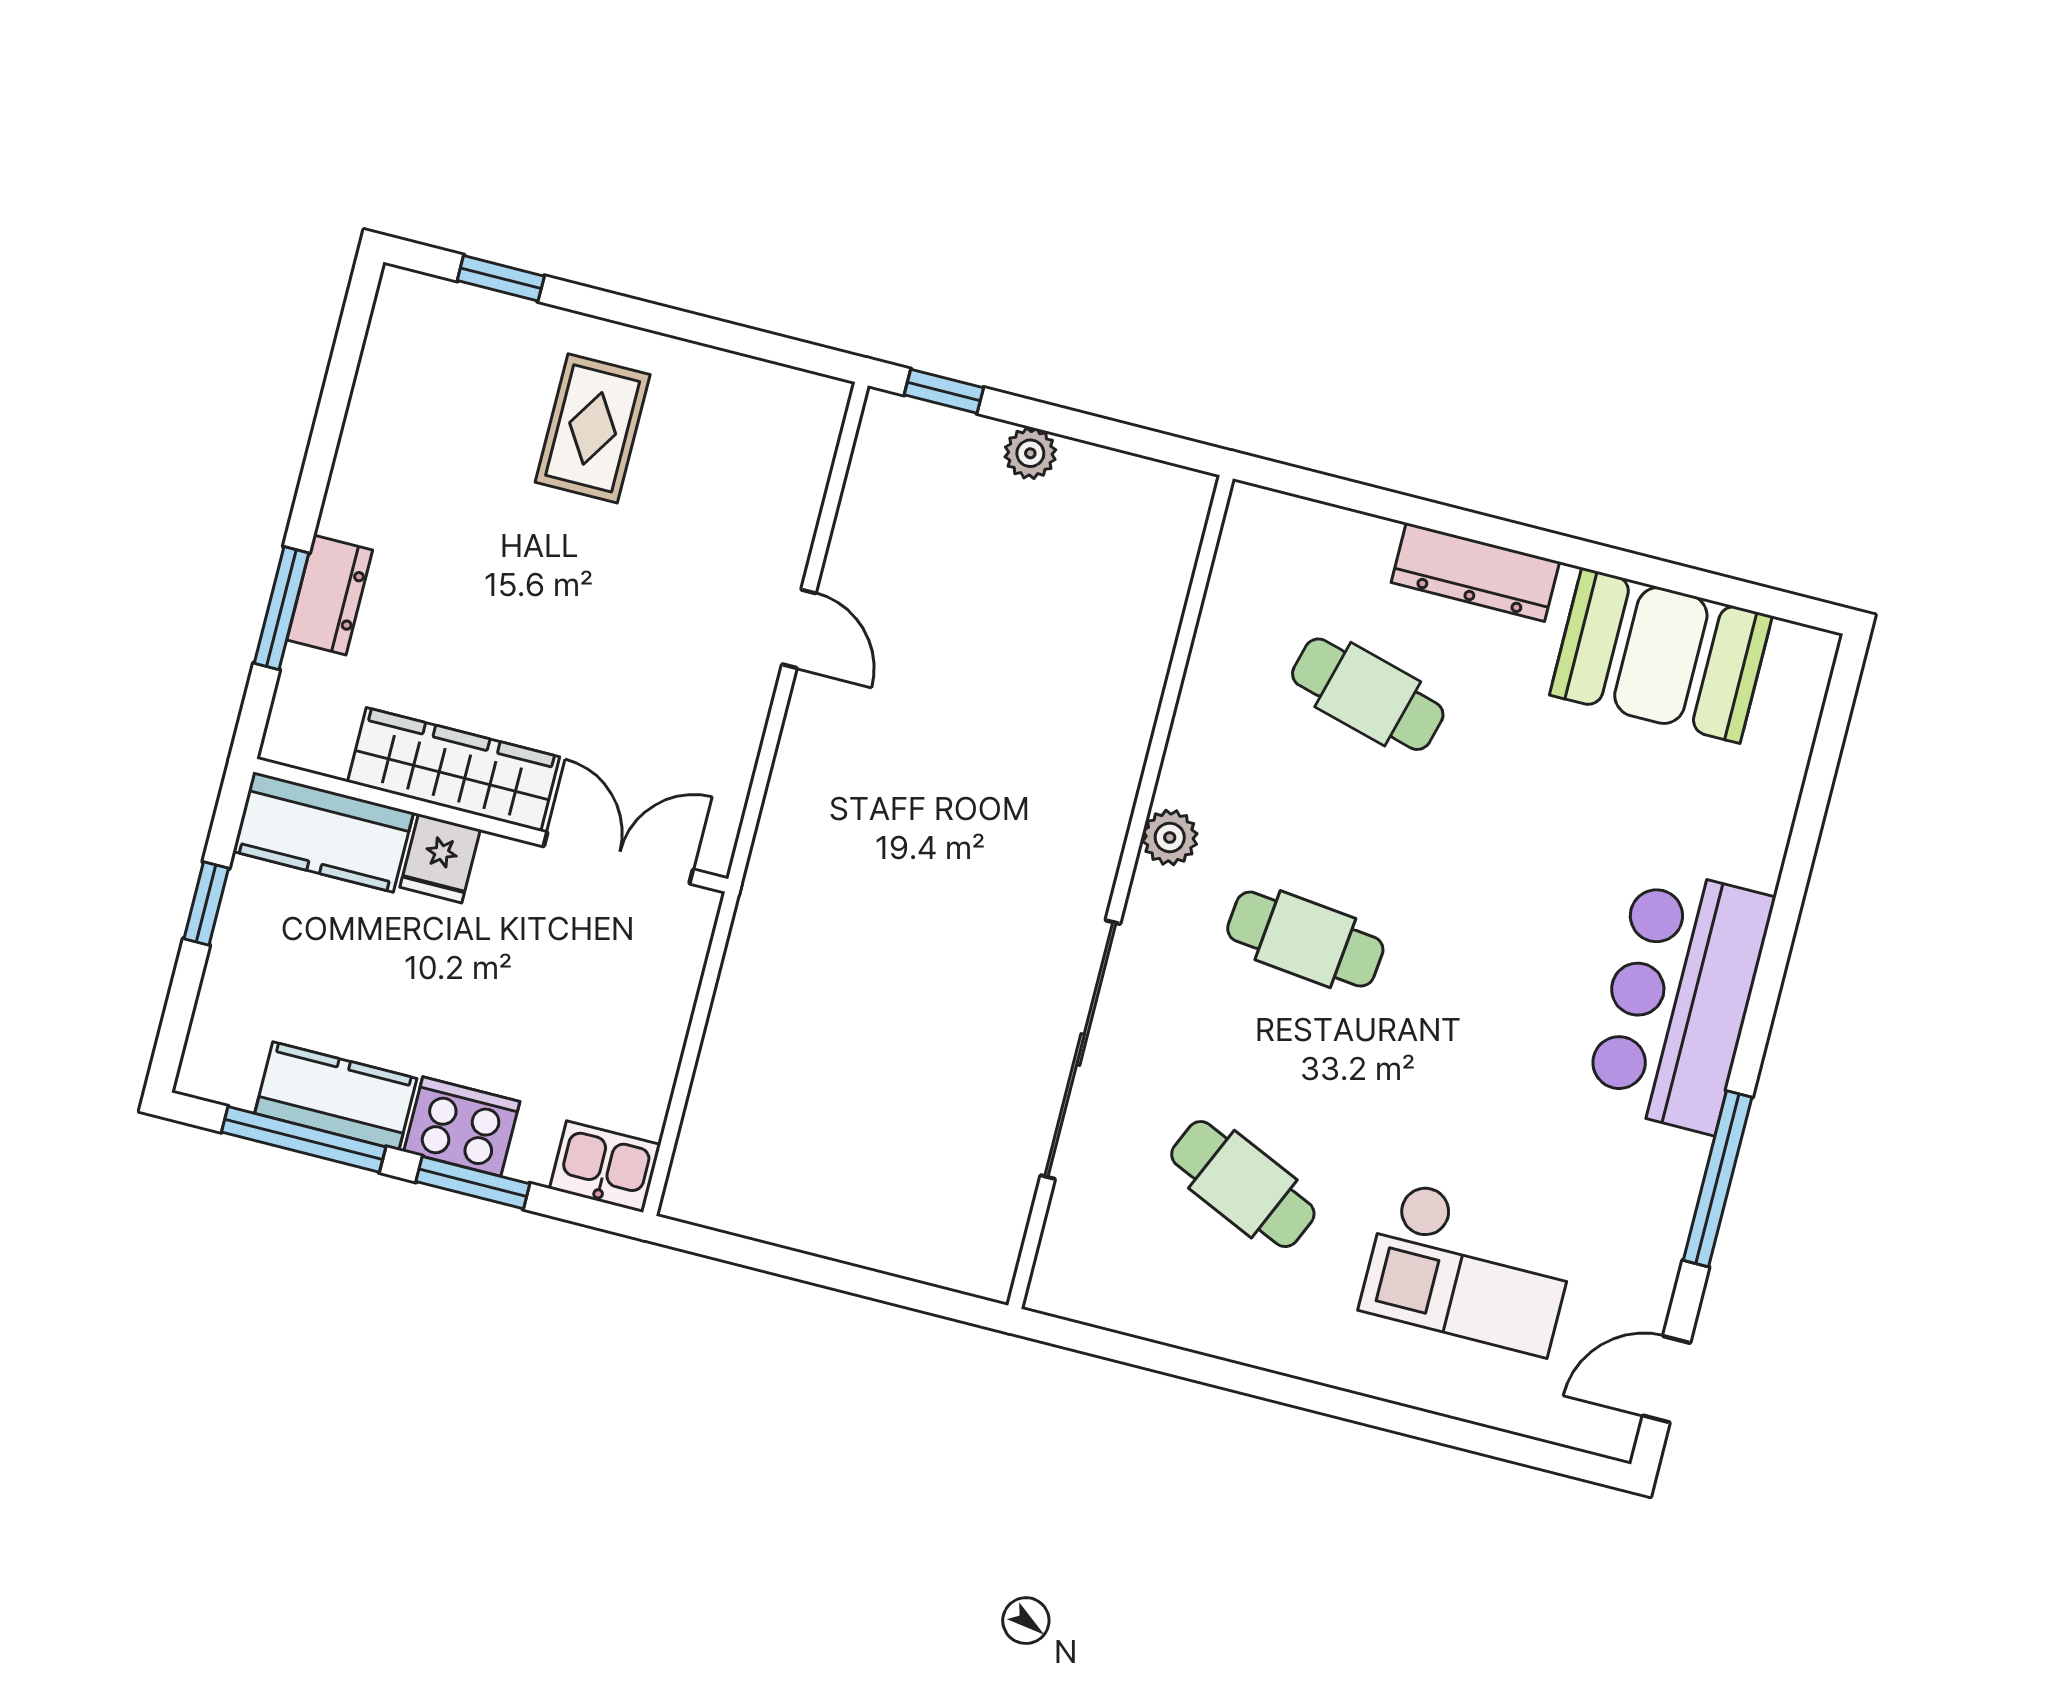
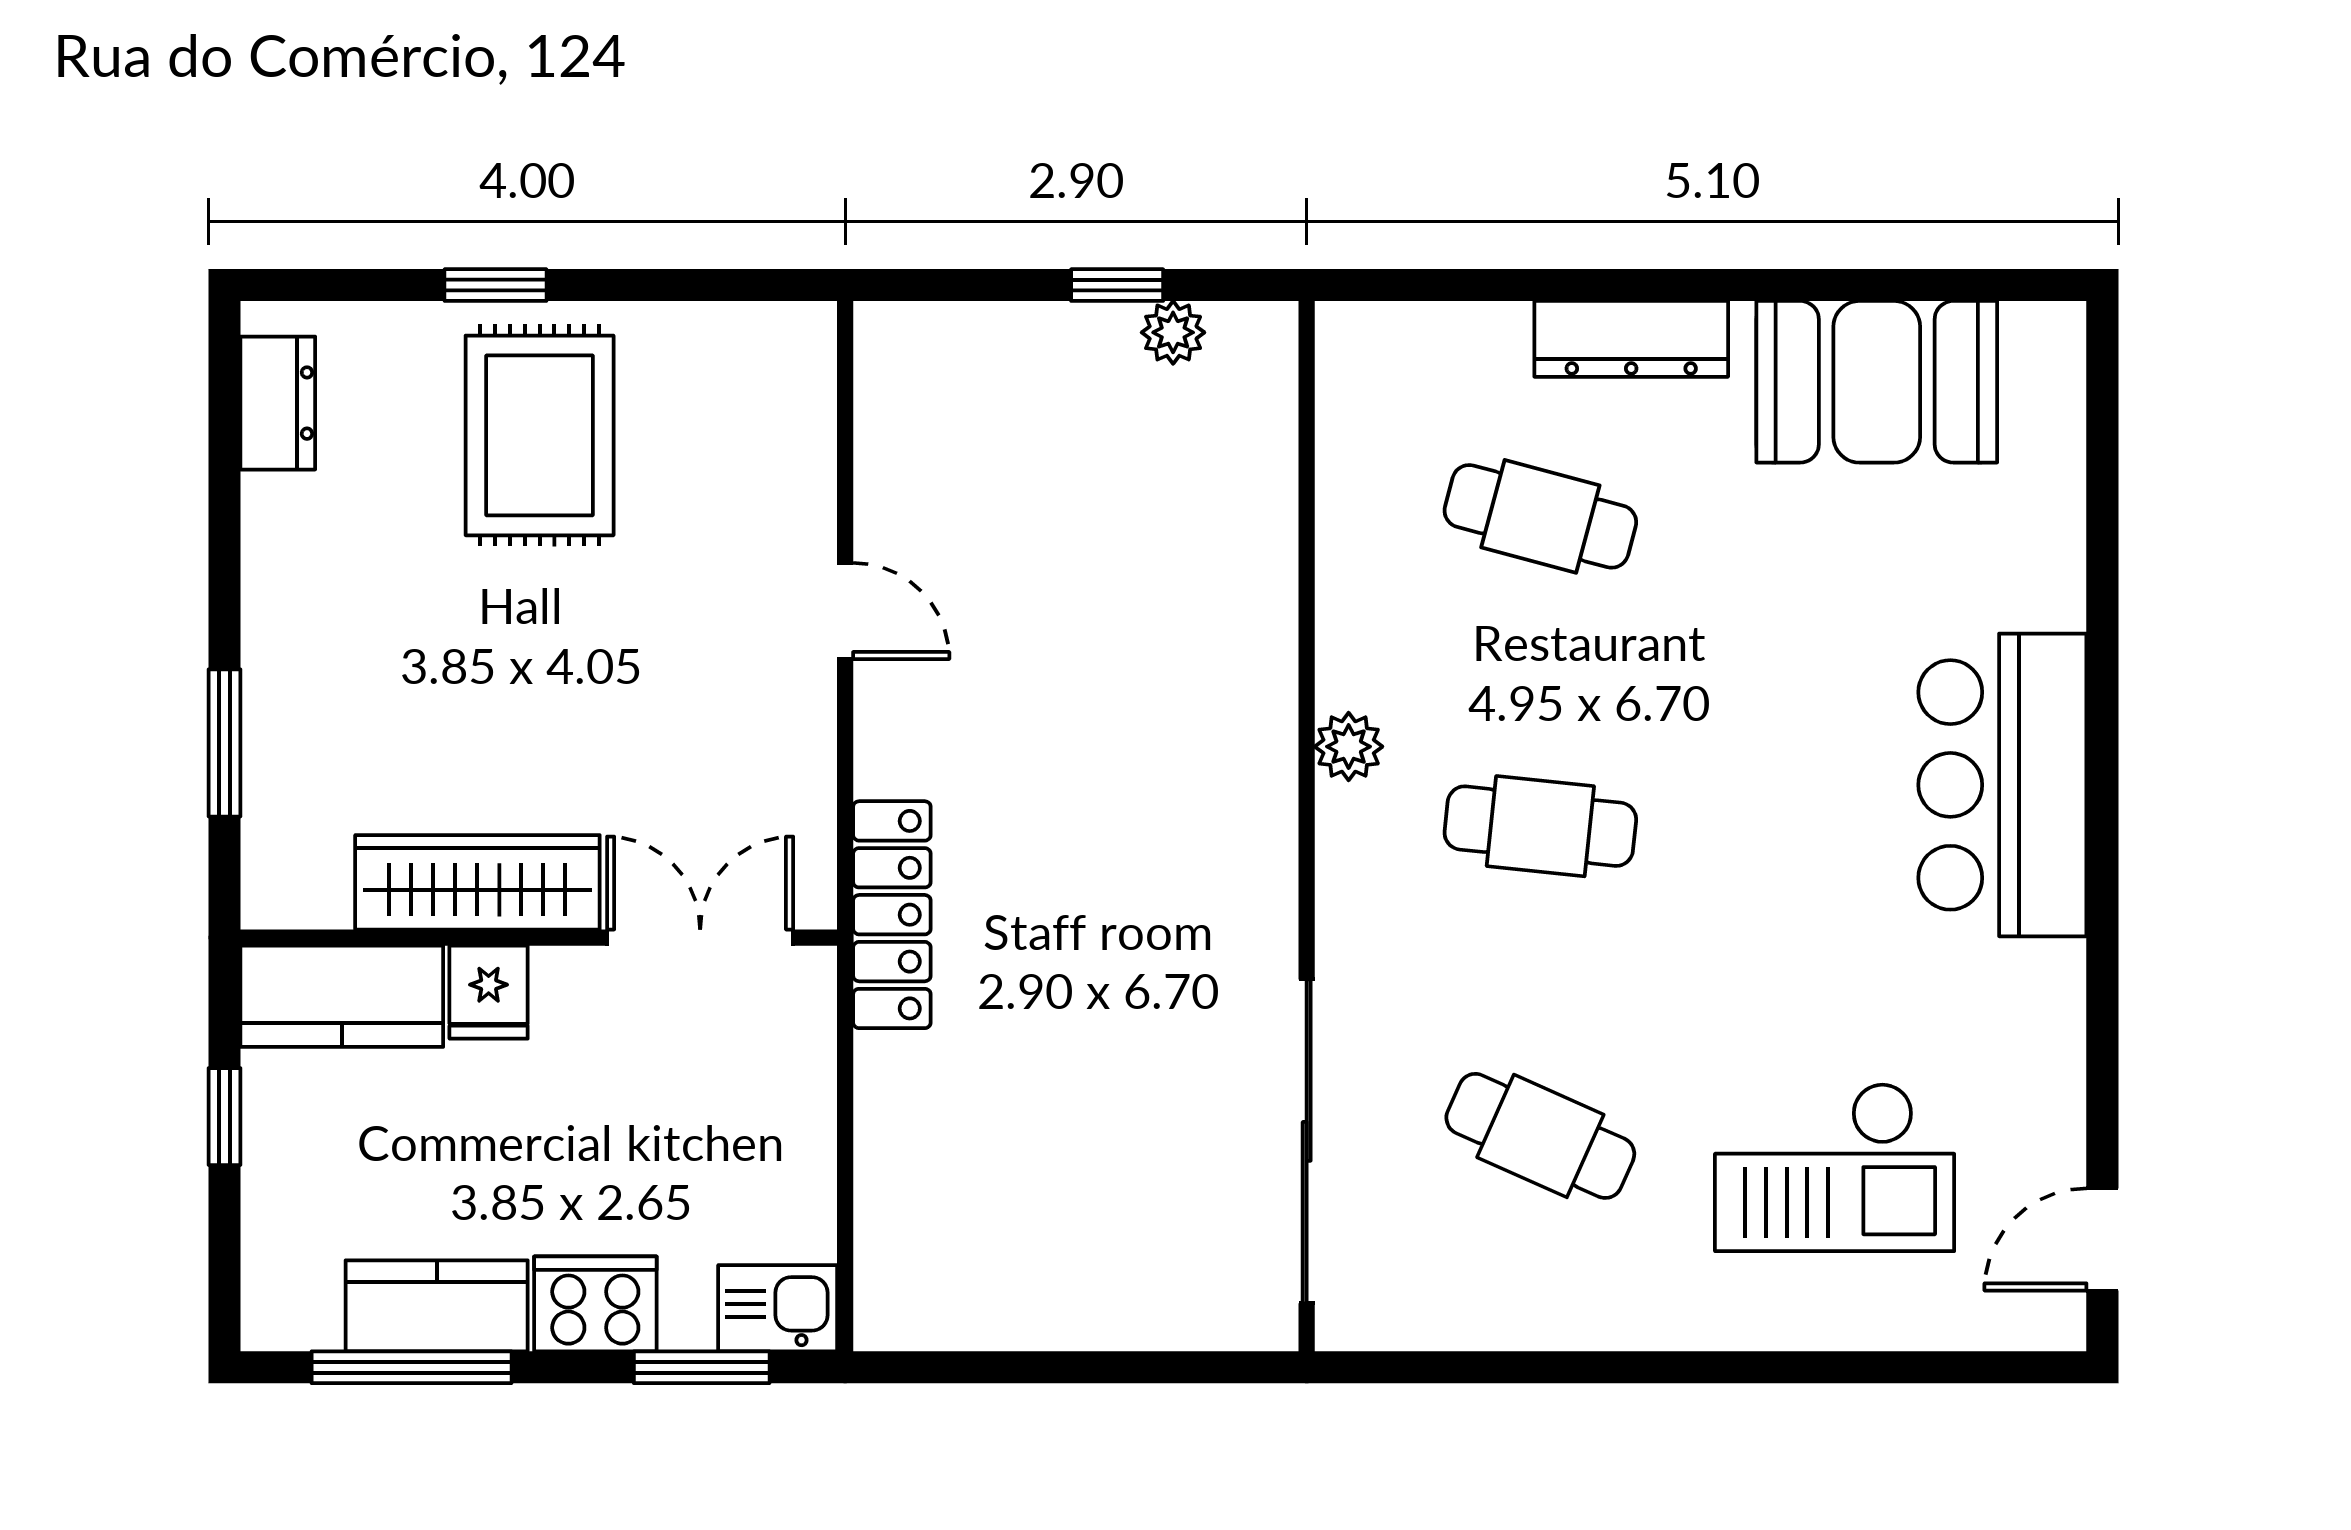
window: (501, 278) -> (496, 285), moved
window: (944, 391) -> (1117, 285), moved
rug: (593, 428) -> (540, 435), width x1.36, depth x1.43
plant: (1030, 453) -> (1173, 332), moved
dresser: (330, 595) -> (278, 403), moved
locker: (775, 878) -> (892, 915), added
sliding door: (1080, 1050) -> (1307, 1141), moved
window: (1718, 1179) -> (2102, 986), removed
window: (473, 1183) -> (702, 1367), moved

